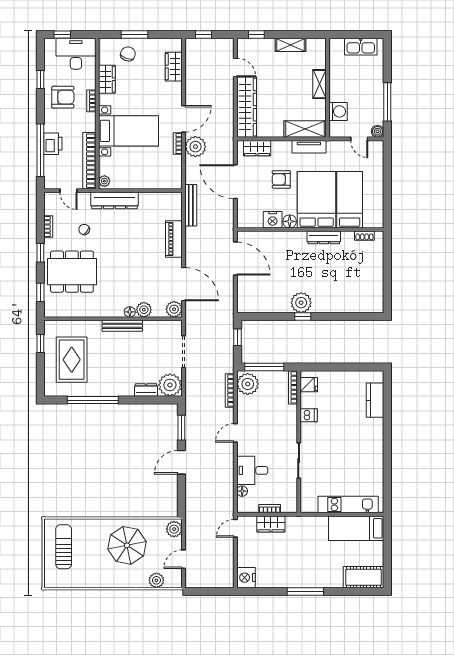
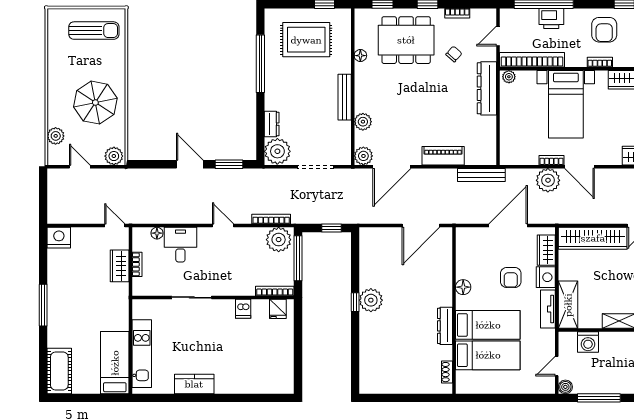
armchair: (281, 179) -> (511, 278), turned 180
bed: (317, 200) -> (488, 325), width x0.67
nightstand: (273, 220) -> (546, 277), moved, turned 180
dining table: (72, 272) -> (406, 40), turned 90
floor lamp: (130, 312) -> (360, 56), moved
kitchen counter: (375, 400) -> (194, 384), moved

